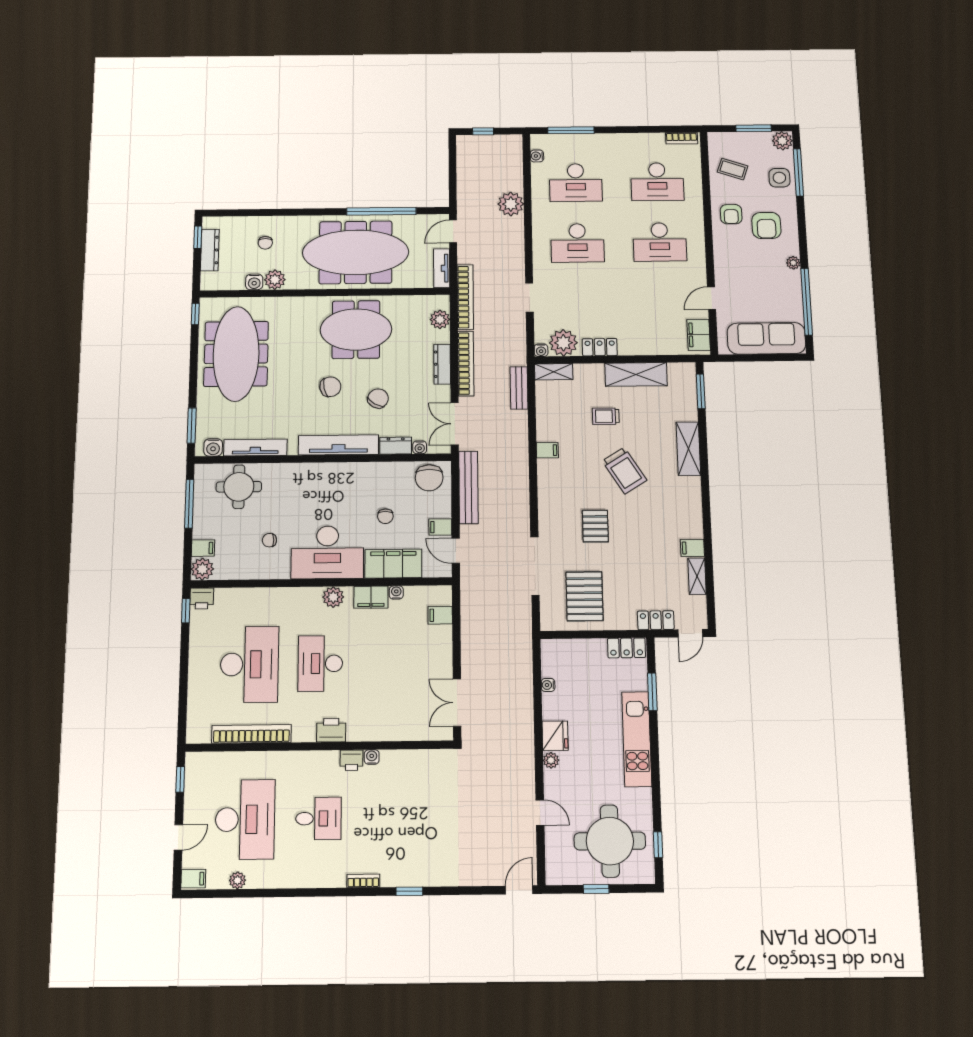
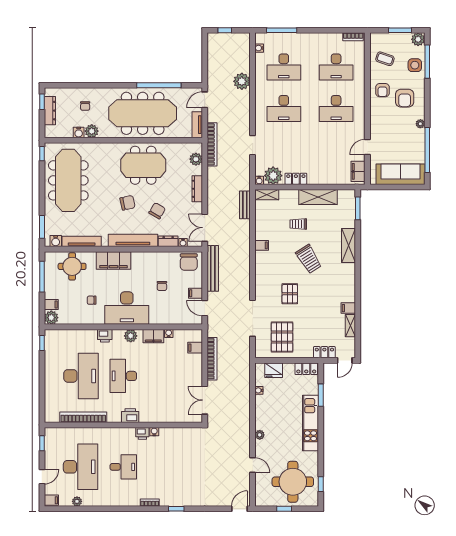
bookcase: (466, 363) -> (212, 359), moved
filing cabinet: (393, 564) -> (113, 260), moved, turned 180
printer: (202, 598) -> (105, 336), moved
fridge: (555, 736) -> (274, 370), moved, turned 90

